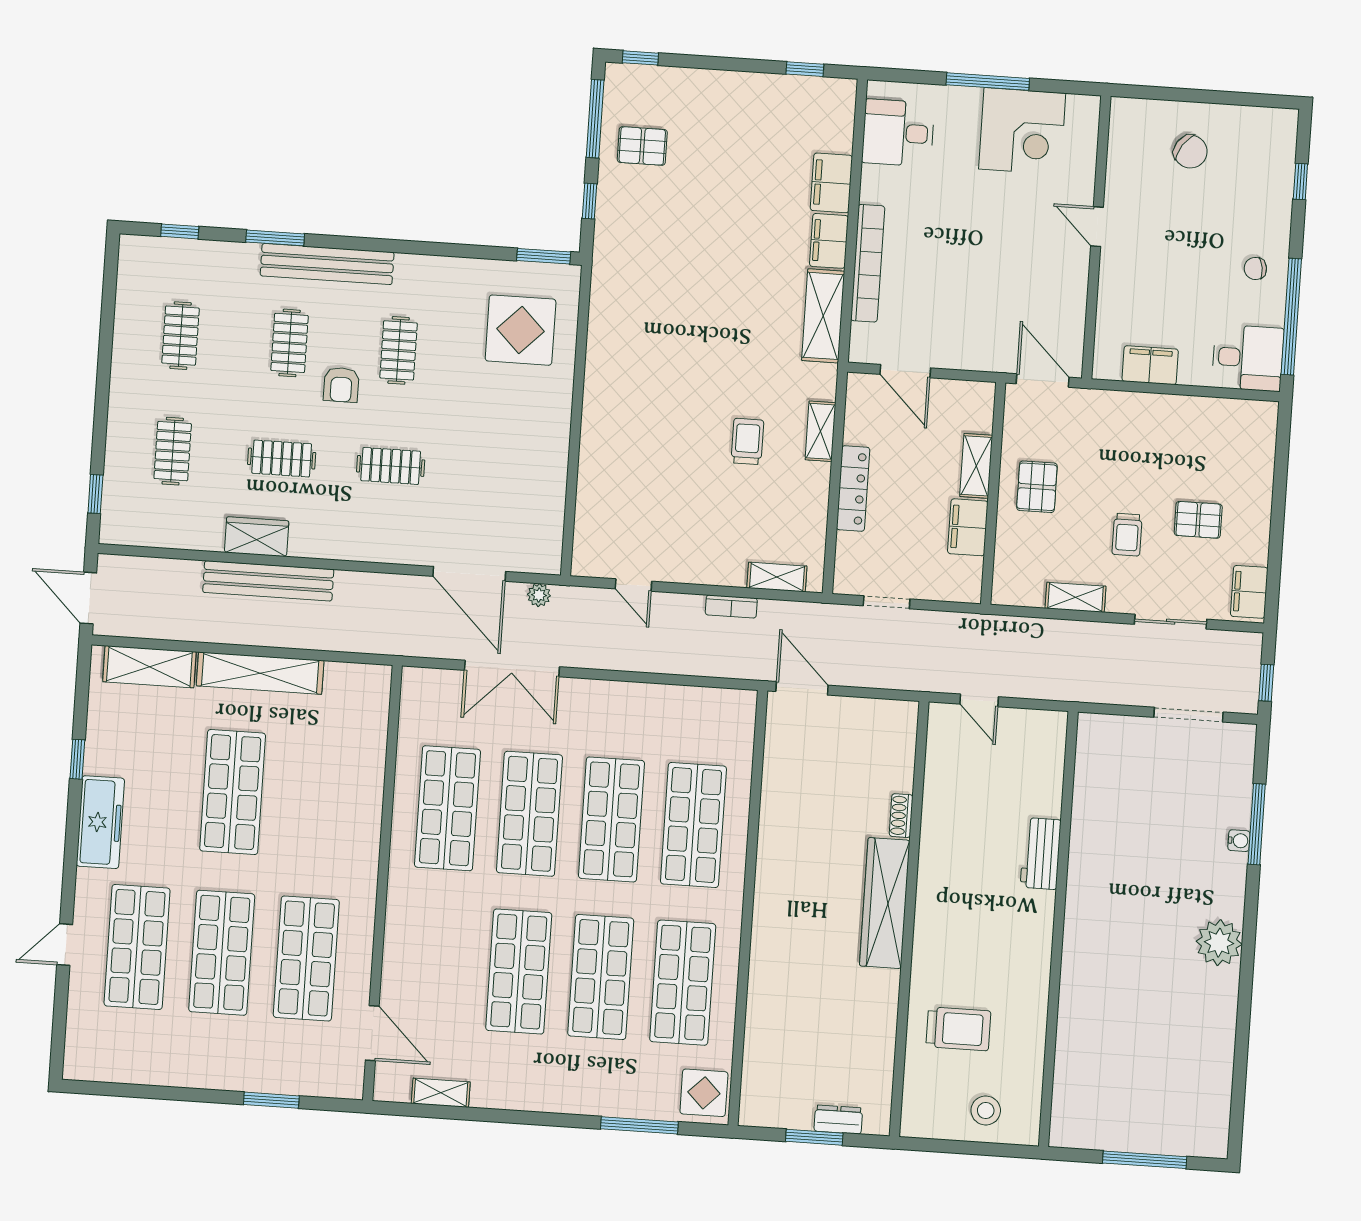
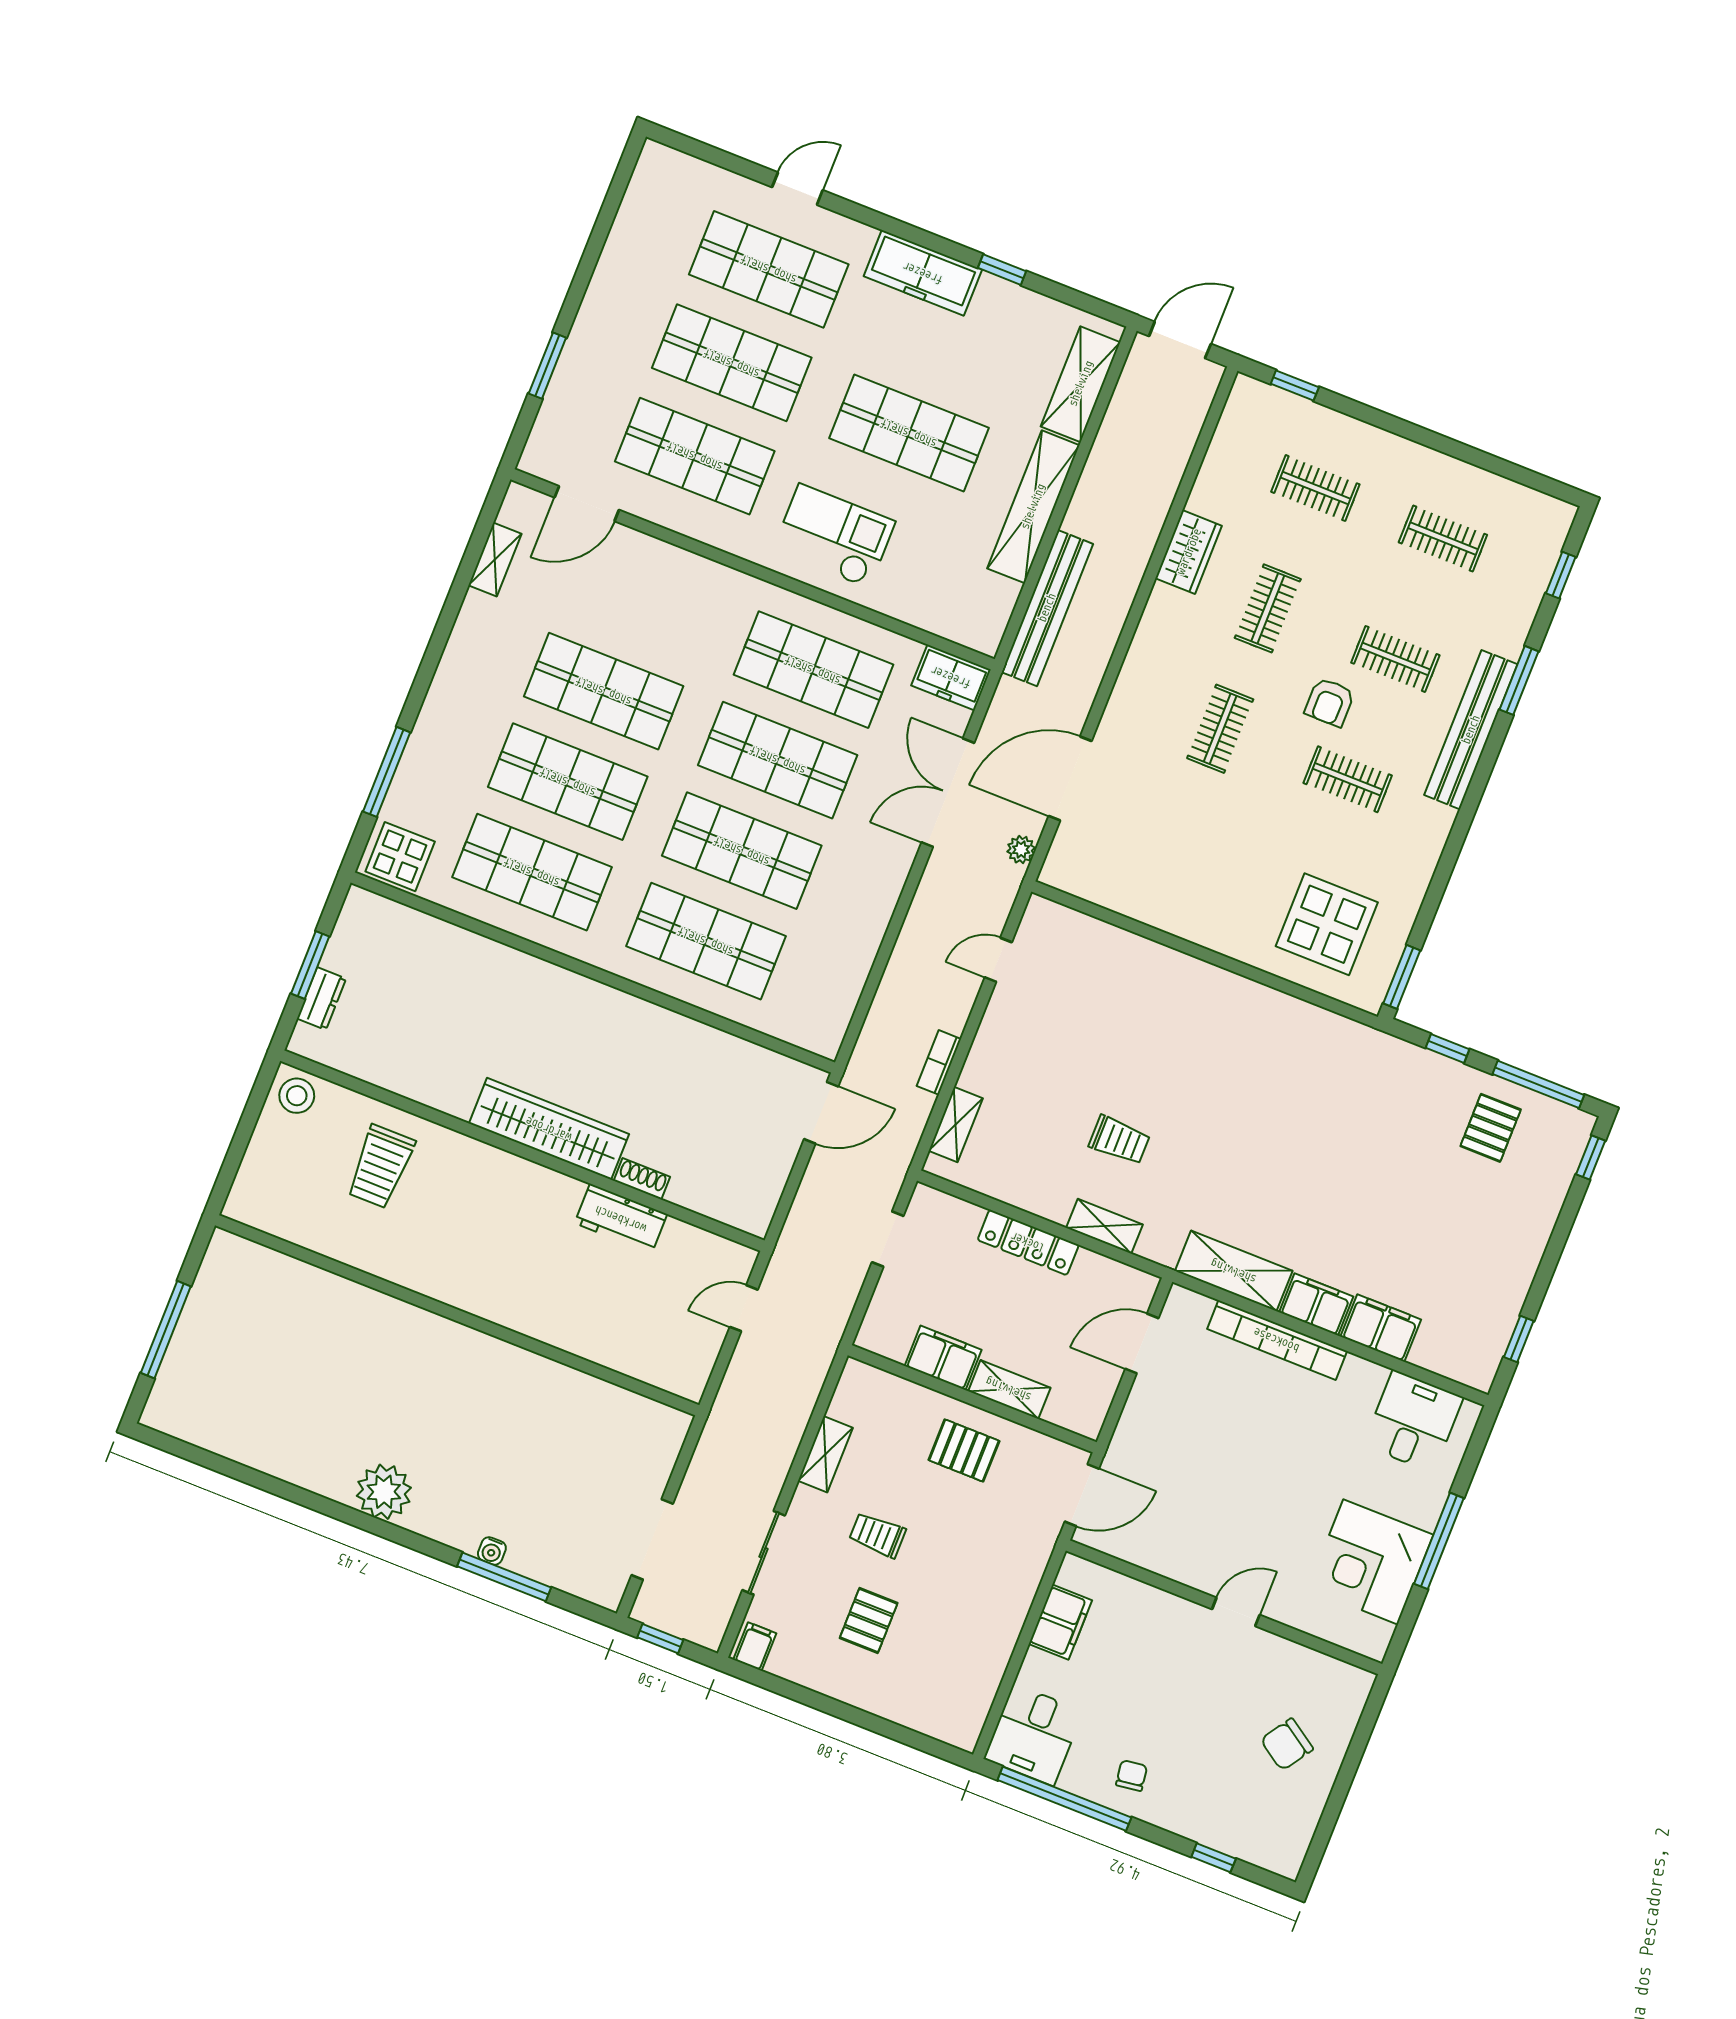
armchair: (341, 385) -> (1330, 702), turned -90
bench: (268, 581) -> (1047, 608), moved
filing cabinet: (1249, 592) -> (755, 1646), width x0.50
freezer: (419, 696) -> (951, 677), added
checkout: (335, 826) -> (834, 536), added
workbench: (1041, 854) -> (621, 1219), moved, turned 180
door: (65, 945) -> (797, 189), hinge flipped
stool: (986, 1111) -> (297, 1096), moved

